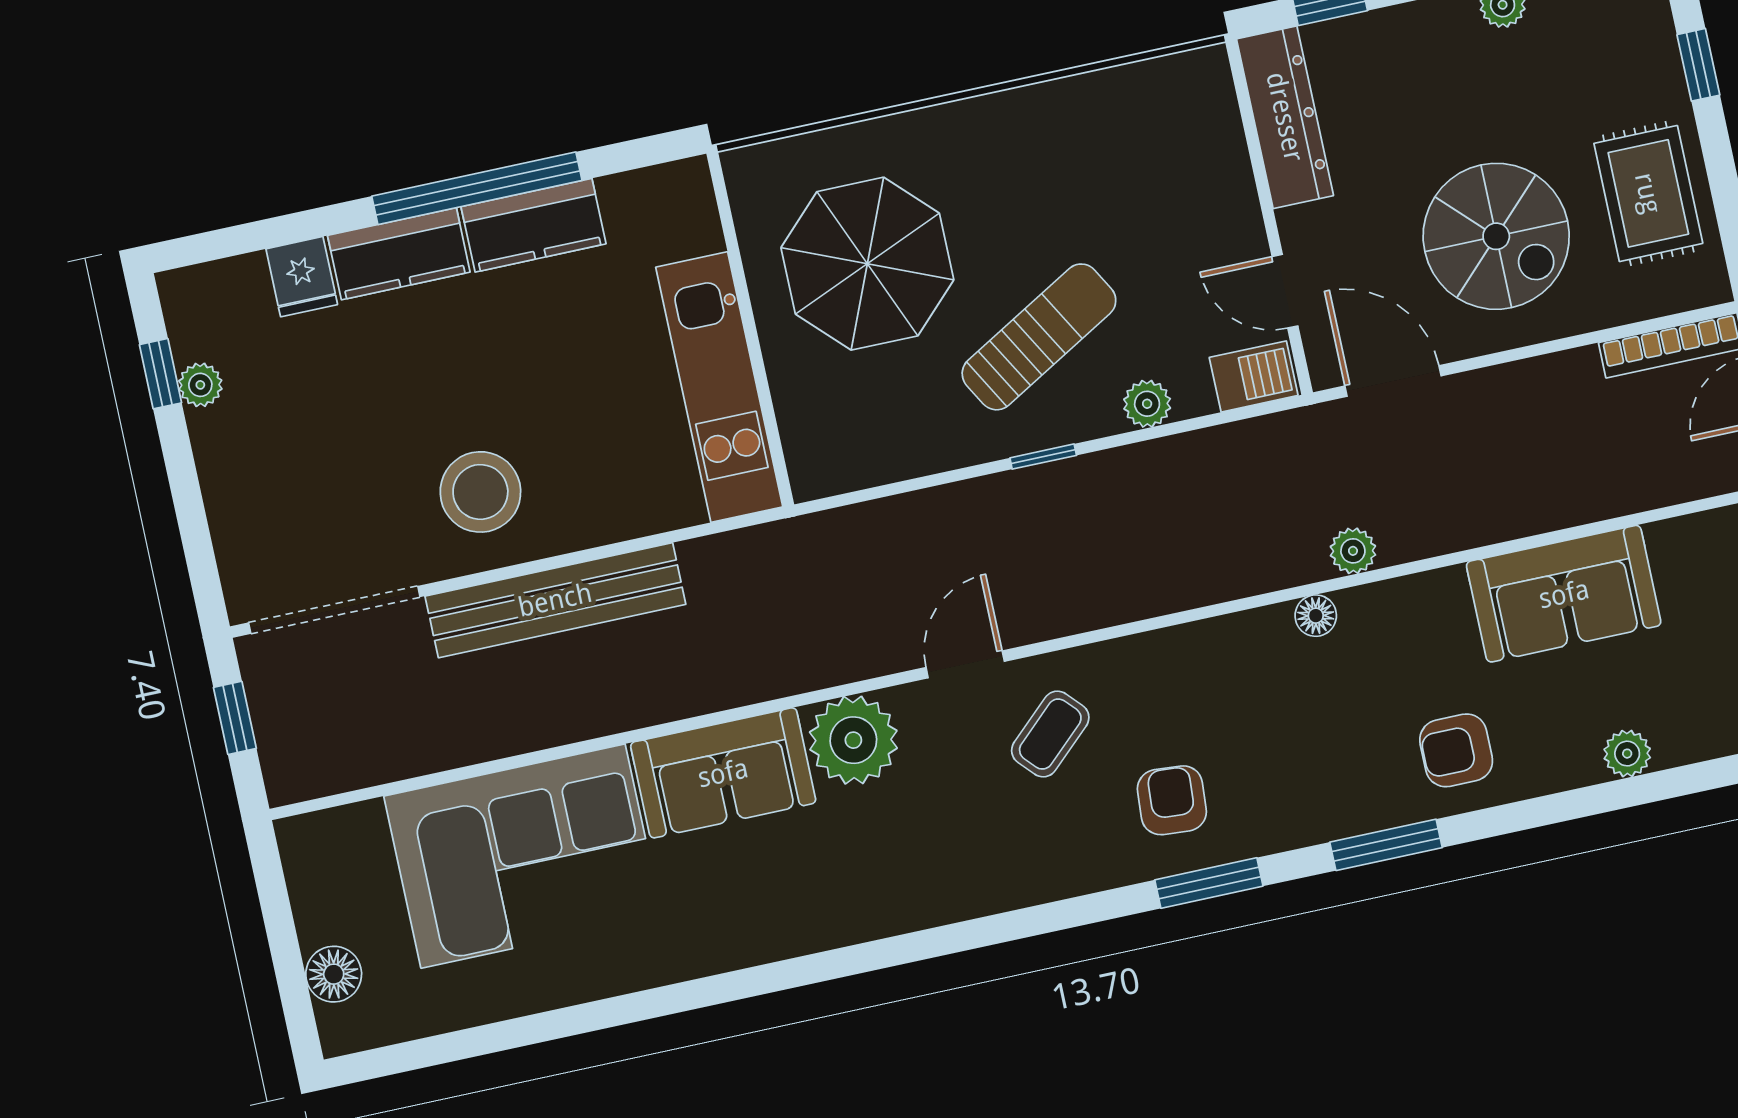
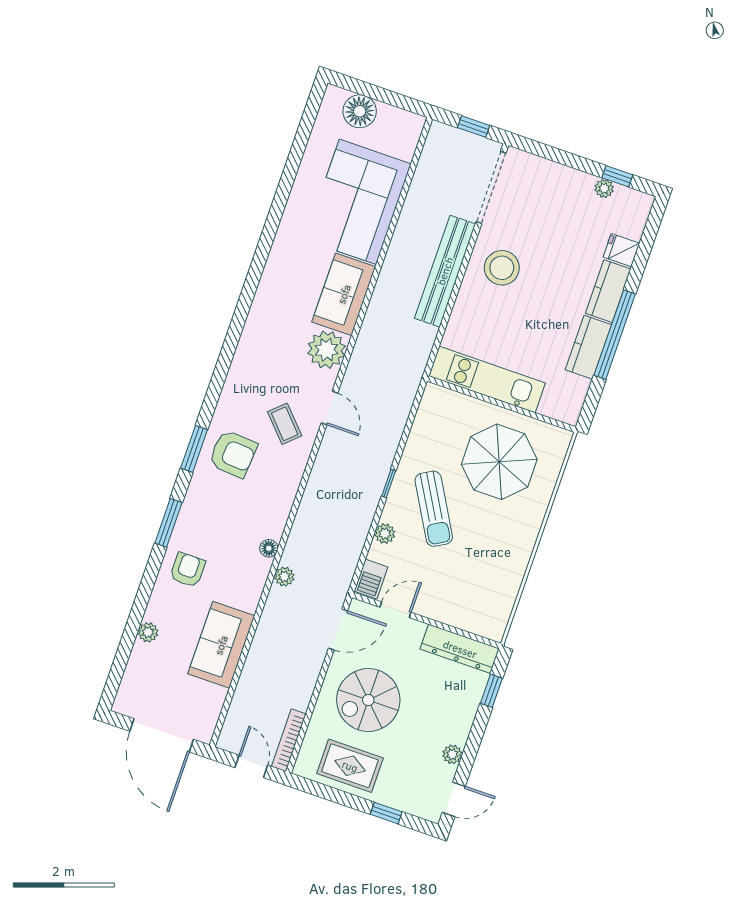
armchair: (1172, 800) -> (233, 454), width x1.38, depth x1.38
floor lamp: (334, 974) -> (360, 111), width x1.38, depth x1.38

